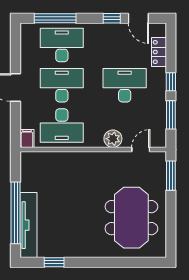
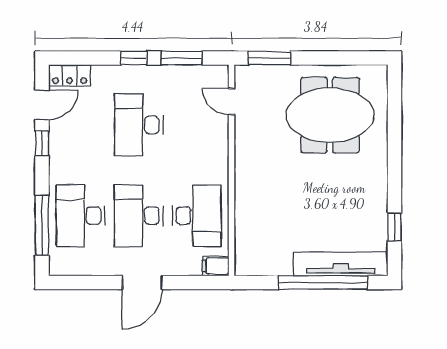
locker: (159, 52) -> (70, 75), moved
plant: (113, 139) -> (216, 142), removed

